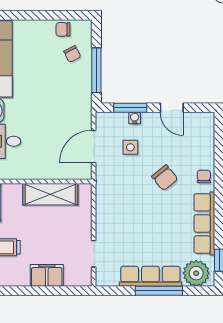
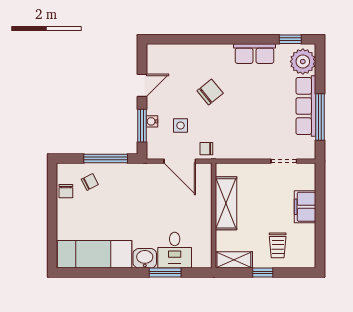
chair: (204, 176) -> (206, 149), moved
row of seats: (204, 223) -> (255, 54), width x0.68
window: (159, 291) -> (320, 117), moved

